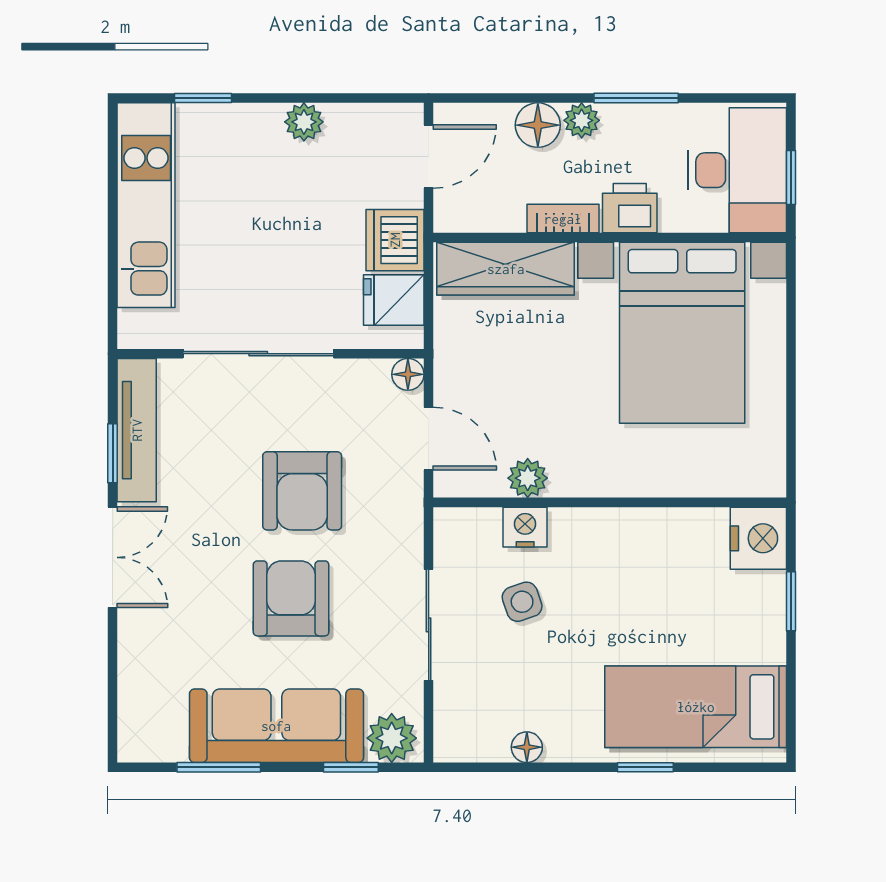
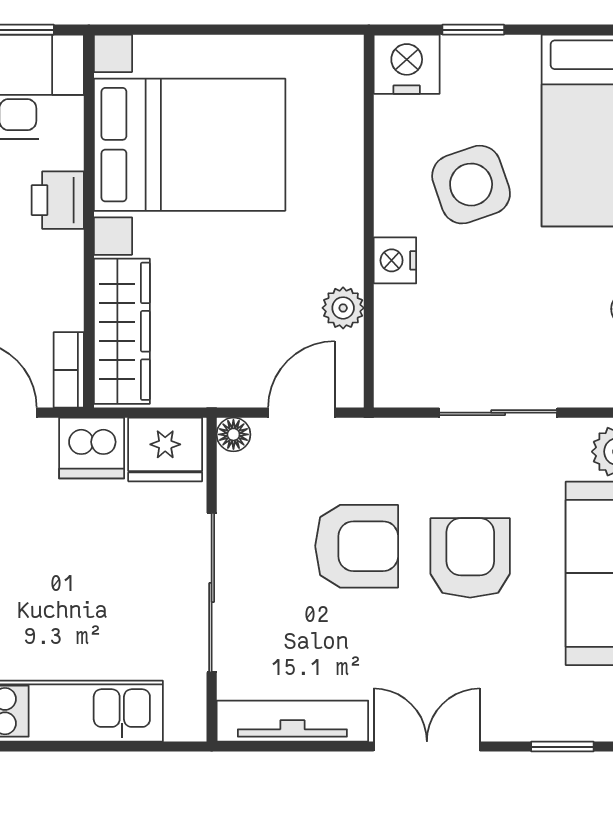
bookcase: (563, 219) -> (69, 370), moved
fridge: (394, 300) -> (165, 449), width x1.38
window: (113, 453) -> (562, 747), moved
nightstand: (525, 527) -> (395, 260), moved
armchair: (291, 598) -> (470, 558), turned 90
side table: (522, 602) -> (471, 185), moved, width x1.87, depth x1.87

